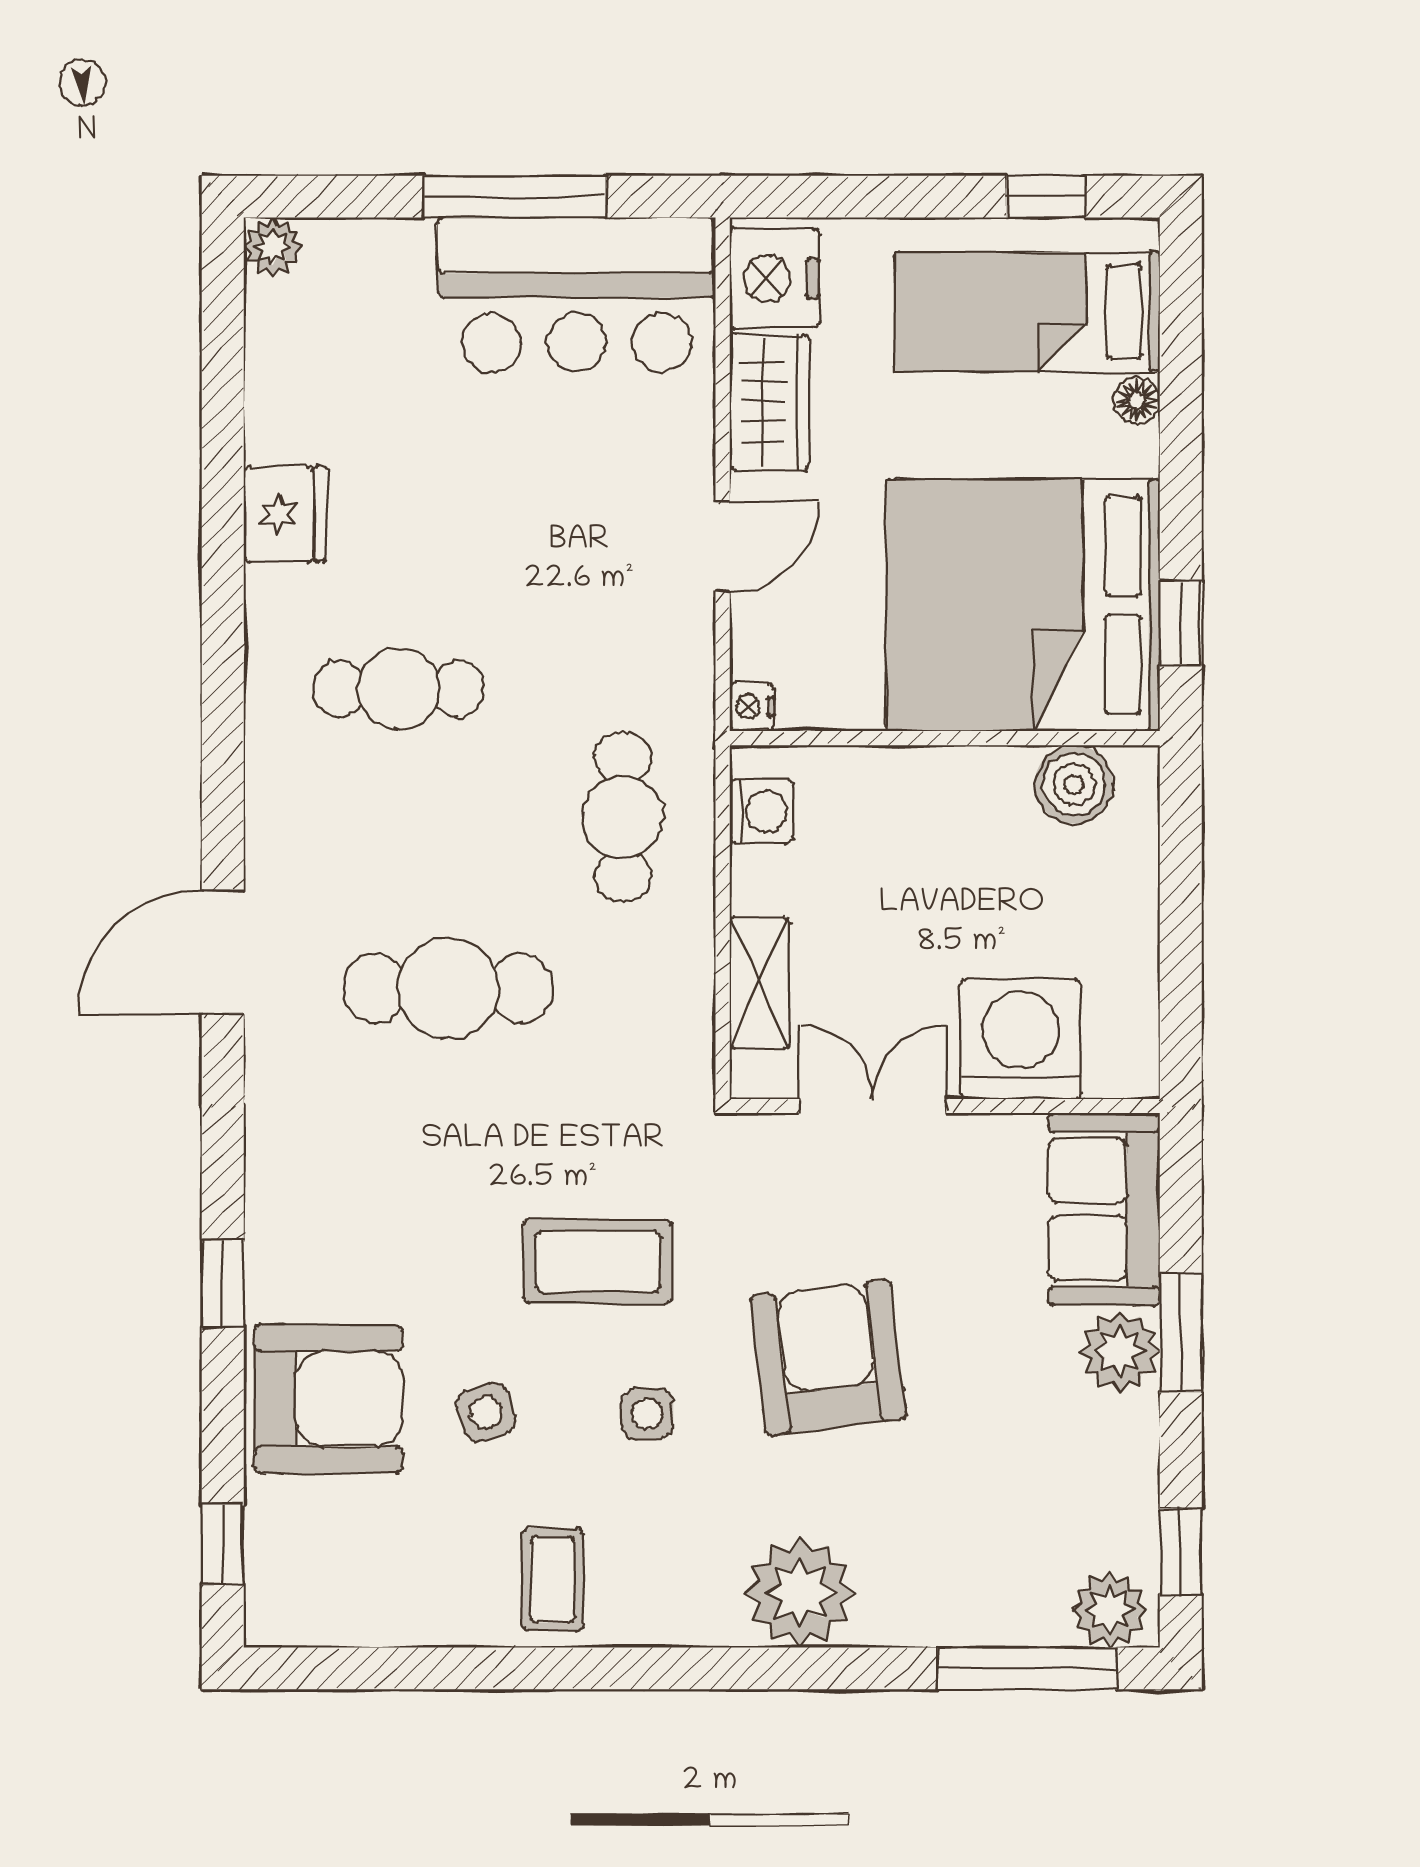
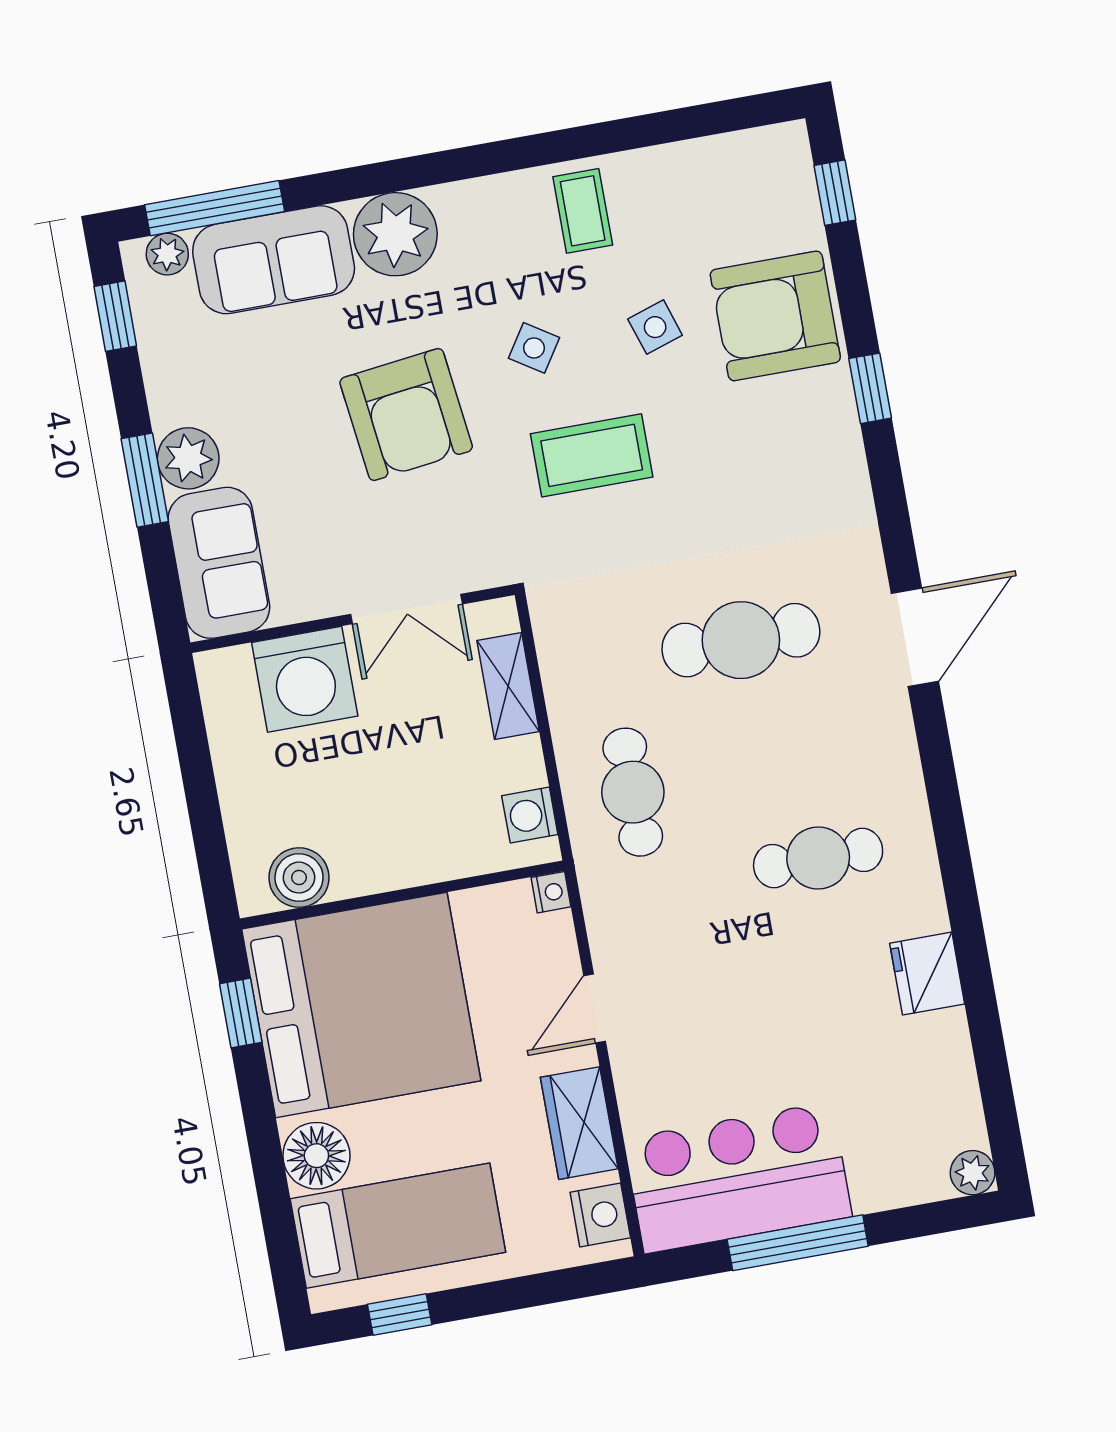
nightstand: (774, 278) -> (600, 1215), width x0.74, depth x0.75
floor lamp: (1137, 400) -> (316, 1156), width x1.89, depth x1.89
side table: (647, 1414) -> (534, 348), turned 33
sofa: (963, 1588) -> (274, 260), added
plant: (1109, 1610) -> (167, 254), width x0.73, depth x0.73

